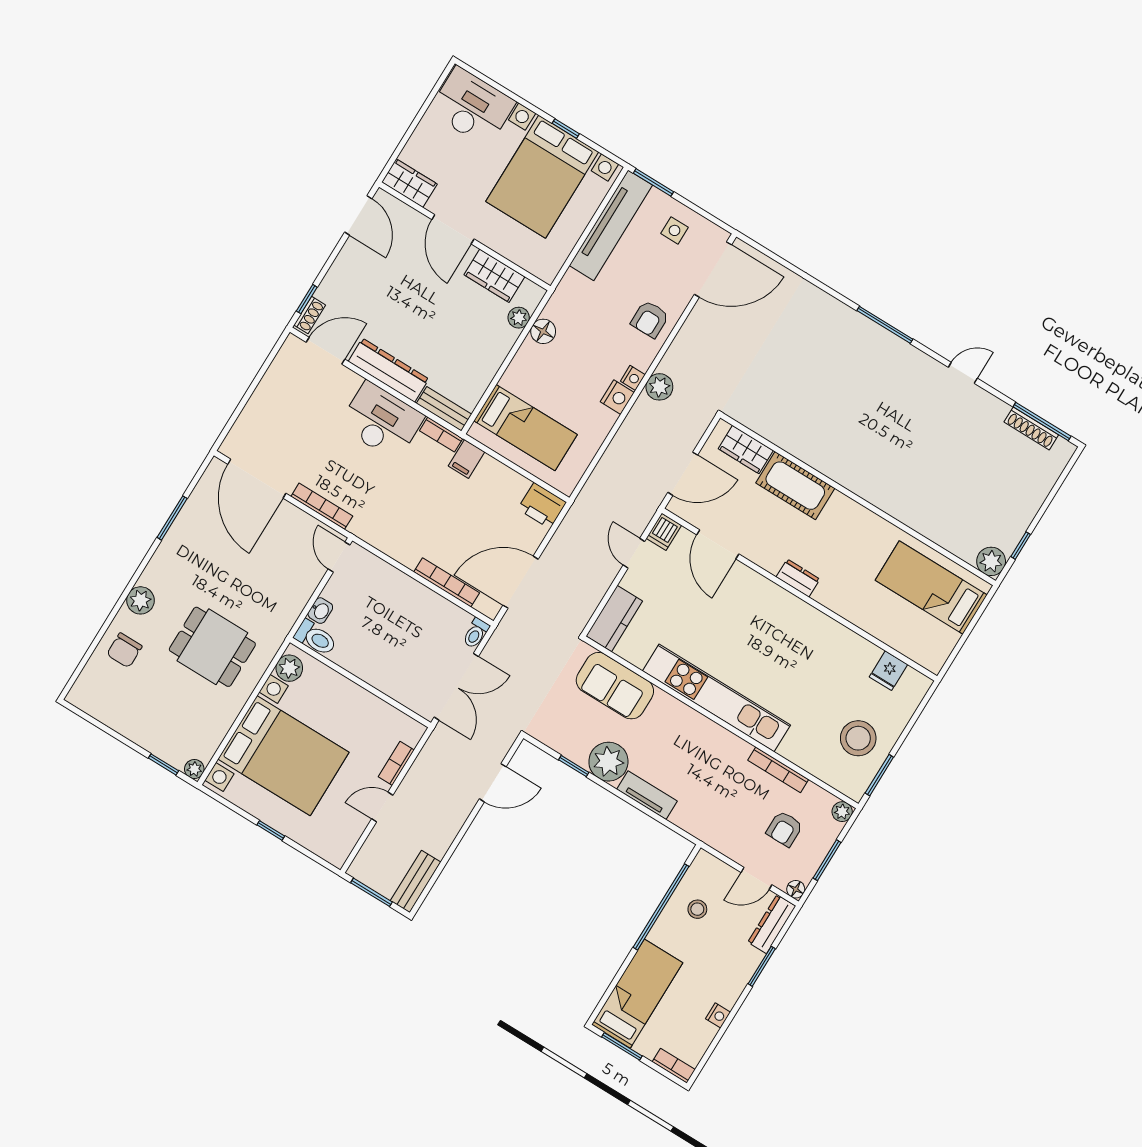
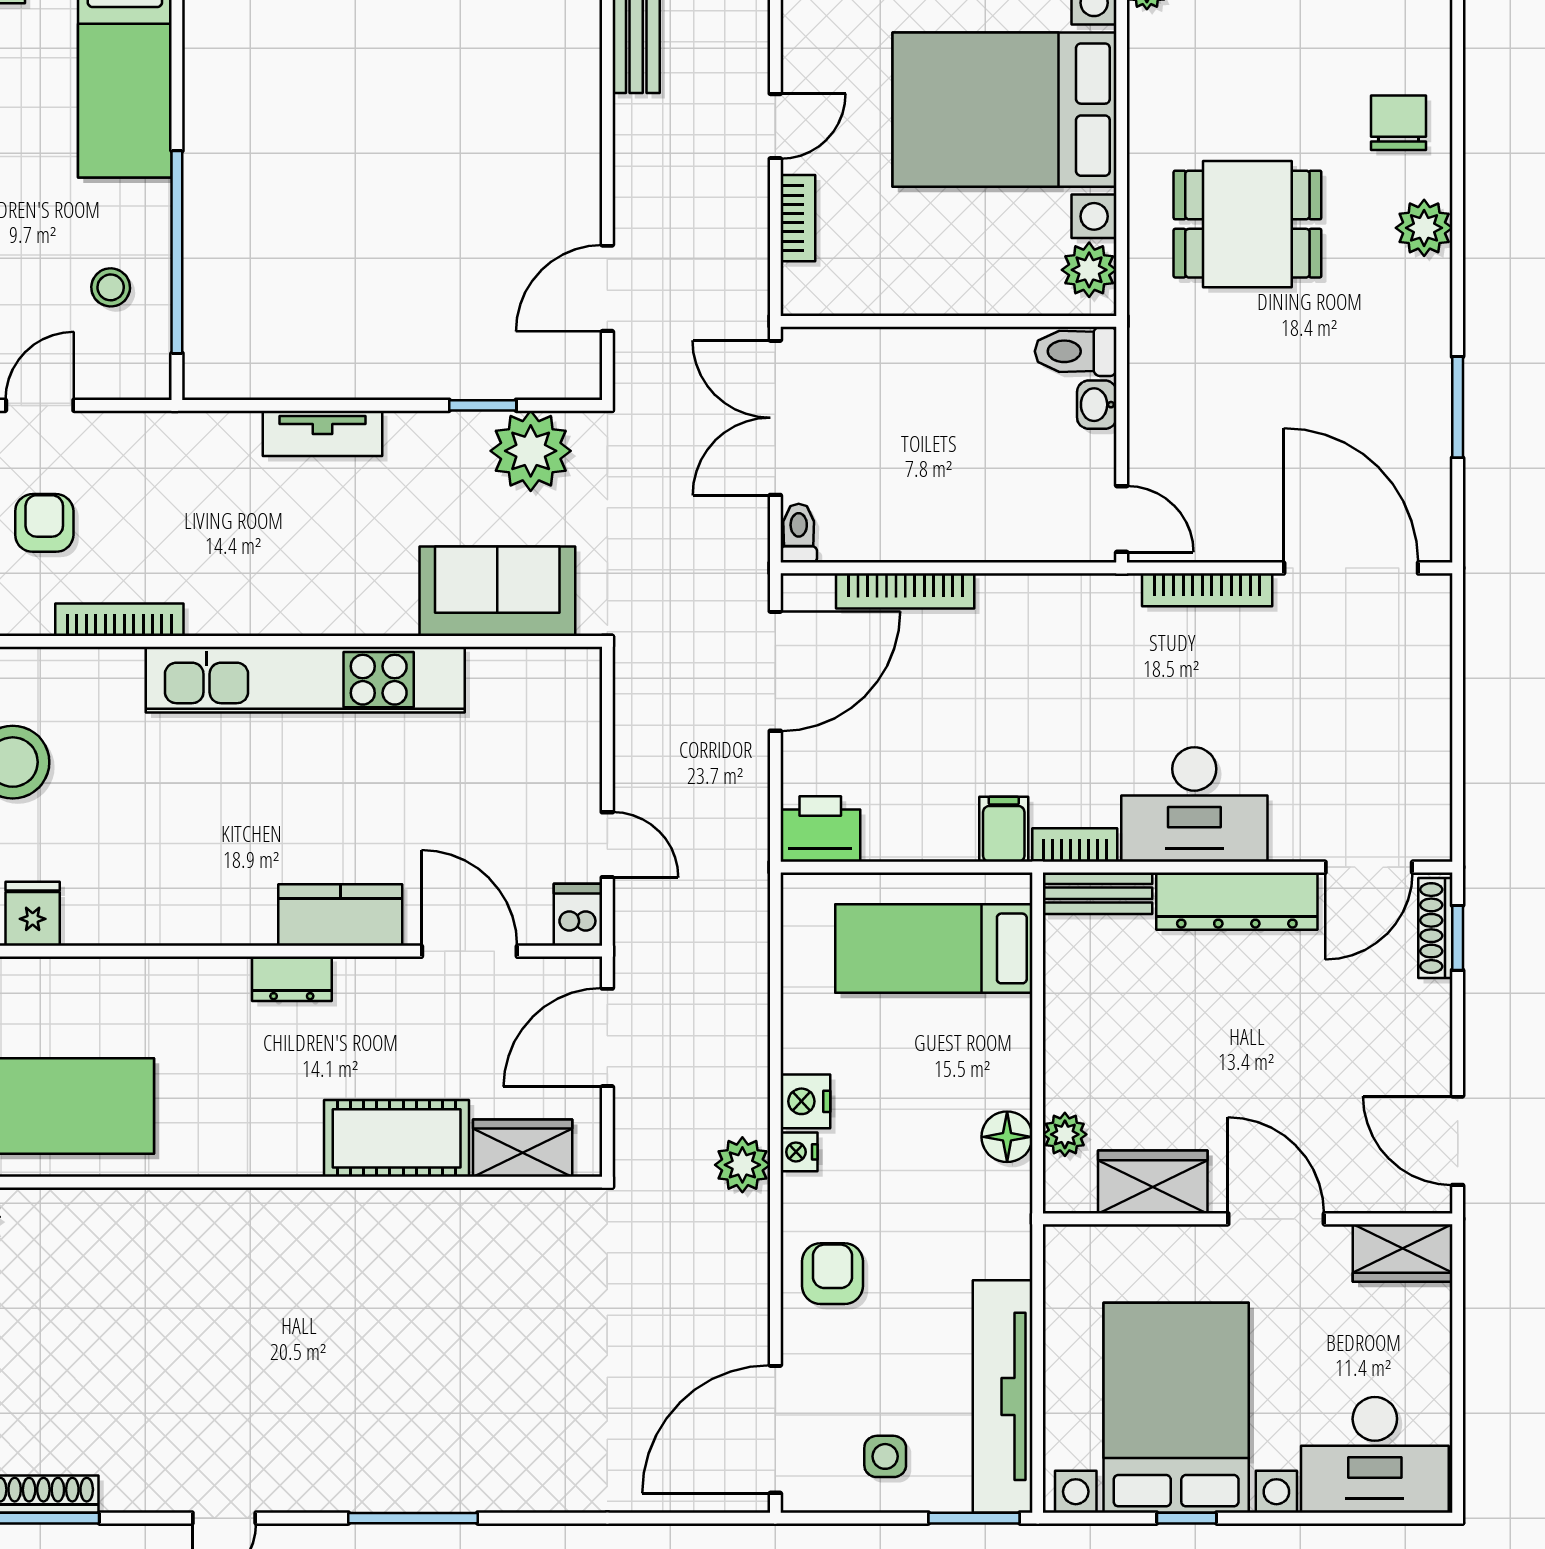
shoe rack: (310, 315) -> (1435, 928), width x1.43
kitchen counter: (614, 619) -> (340, 915), moved, turned 90
plant: (608, 762) -> (531, 451), moved

